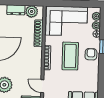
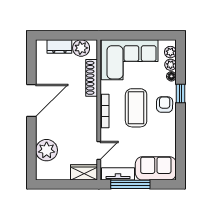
door: (42, 86) -> (99, 150), swing flipped

